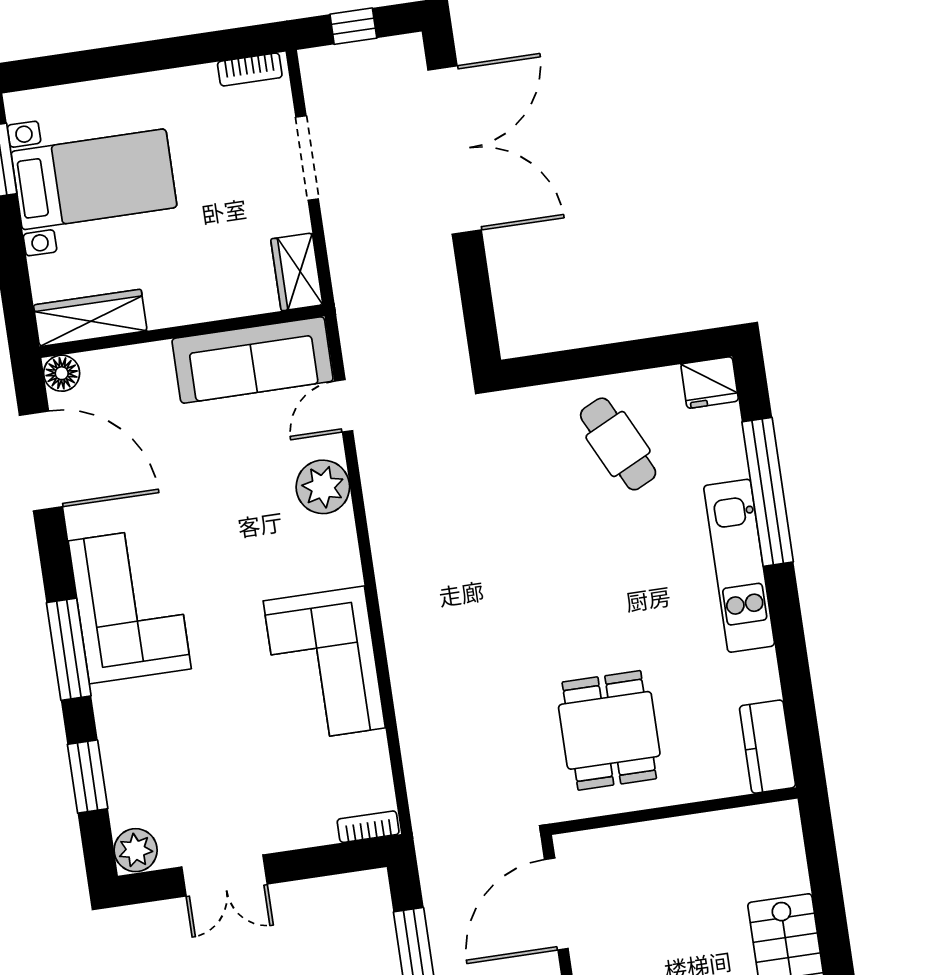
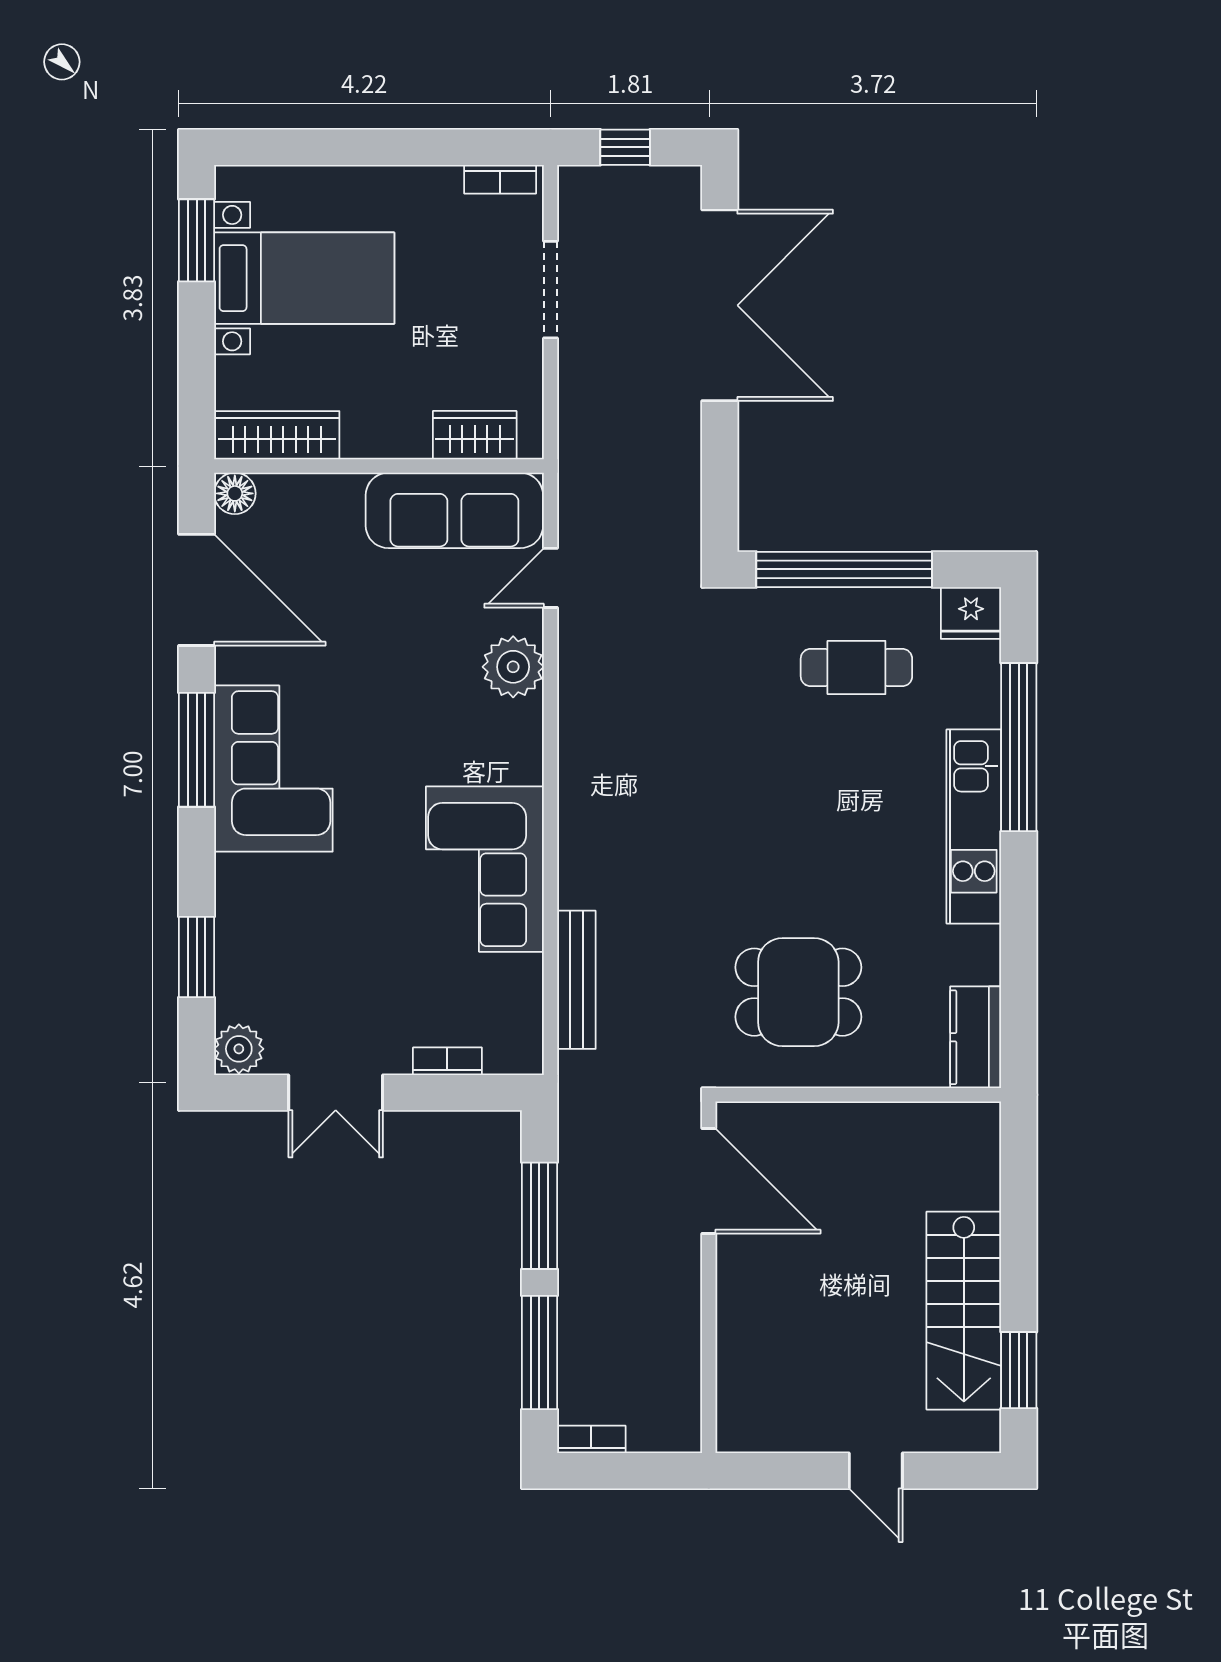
wardrobe: (297, 272) -> (475, 435), moved, turned 90
window: (595, 361) -> (844, 569), added
cafe table: (618, 444) -> (856, 668), turned -64
window: (69, 649) -> (197, 750), moved
dining table: (609, 730) -> (798, 992), turned 90
bench: (417, 748) -> (576, 980), added
bookcase: (368, 827) -> (447, 1061), moved
door: (556, 904) -> (709, 1181), swing flipped

